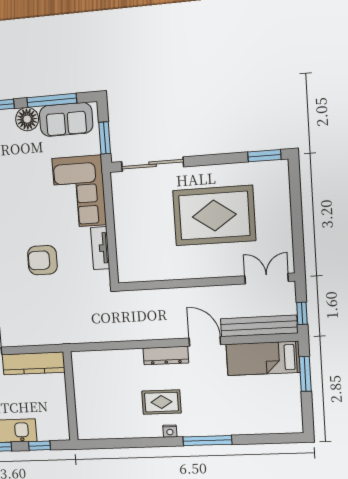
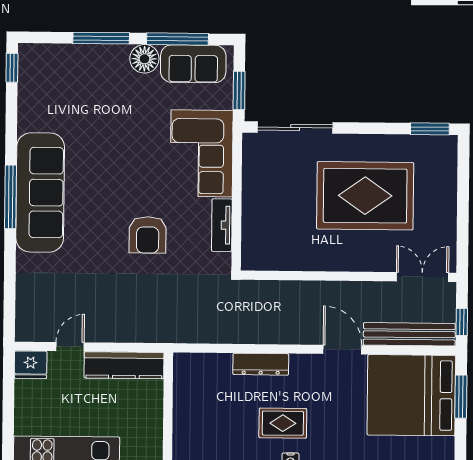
armchair: (42, 260) -> (148, 235), turned -90
dresser: (166, 355) -> (261, 364), moved
bed: (263, 358) -> (411, 395), width x2.04

